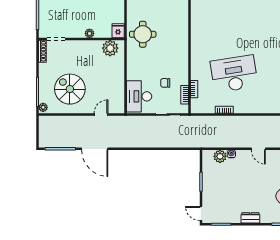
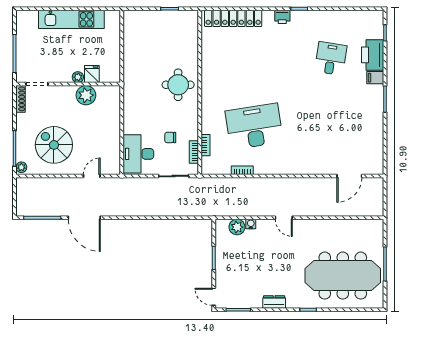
fridge: (118, 31) -> (92, 74), moved
round table: (143, 34) -> (178, 85), moved
plant: (110, 48) -> (86, 95), moved

